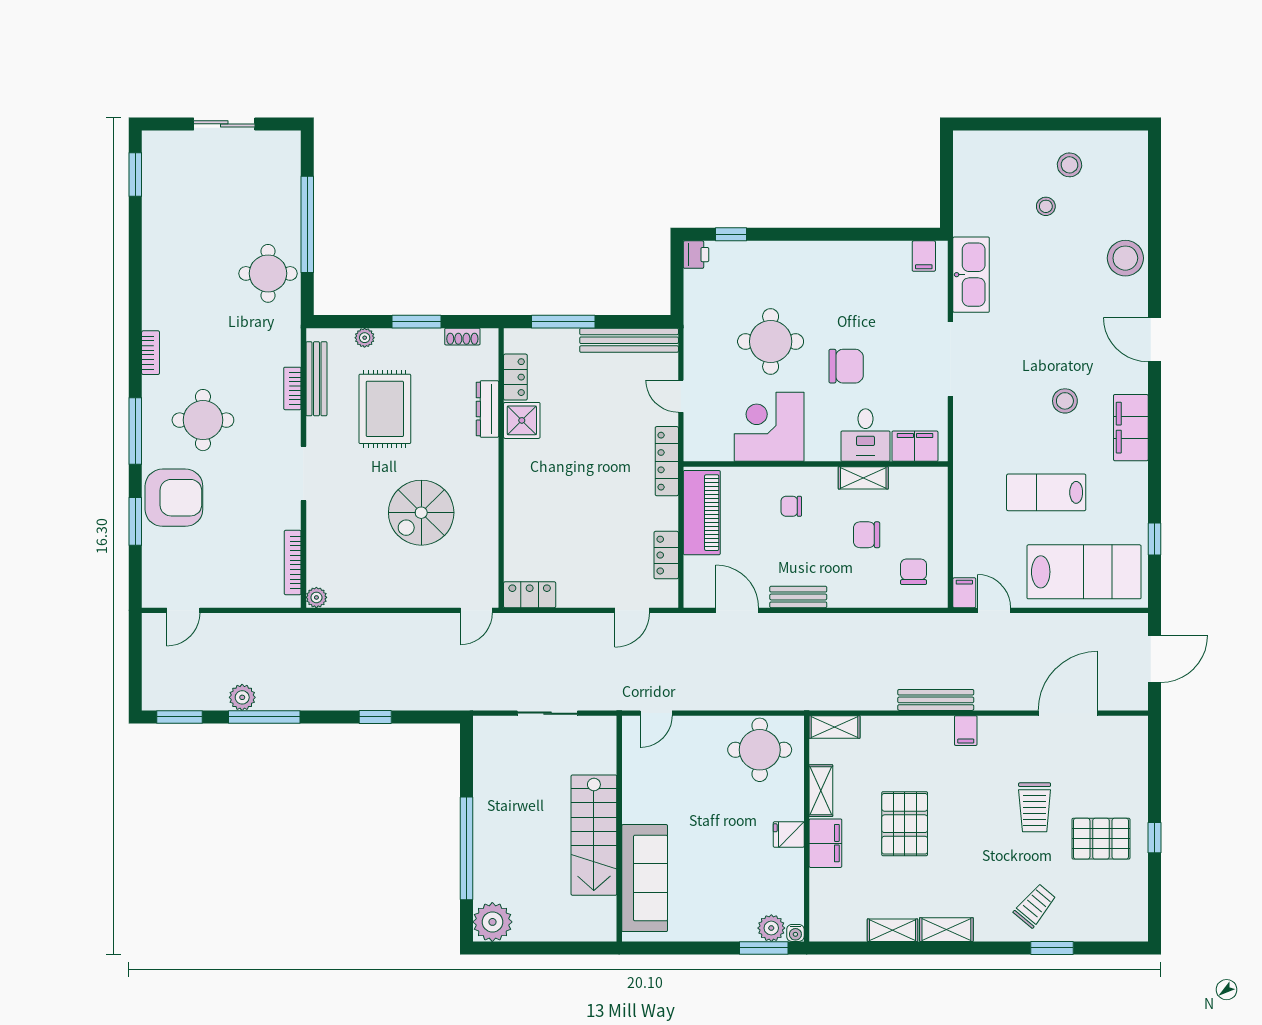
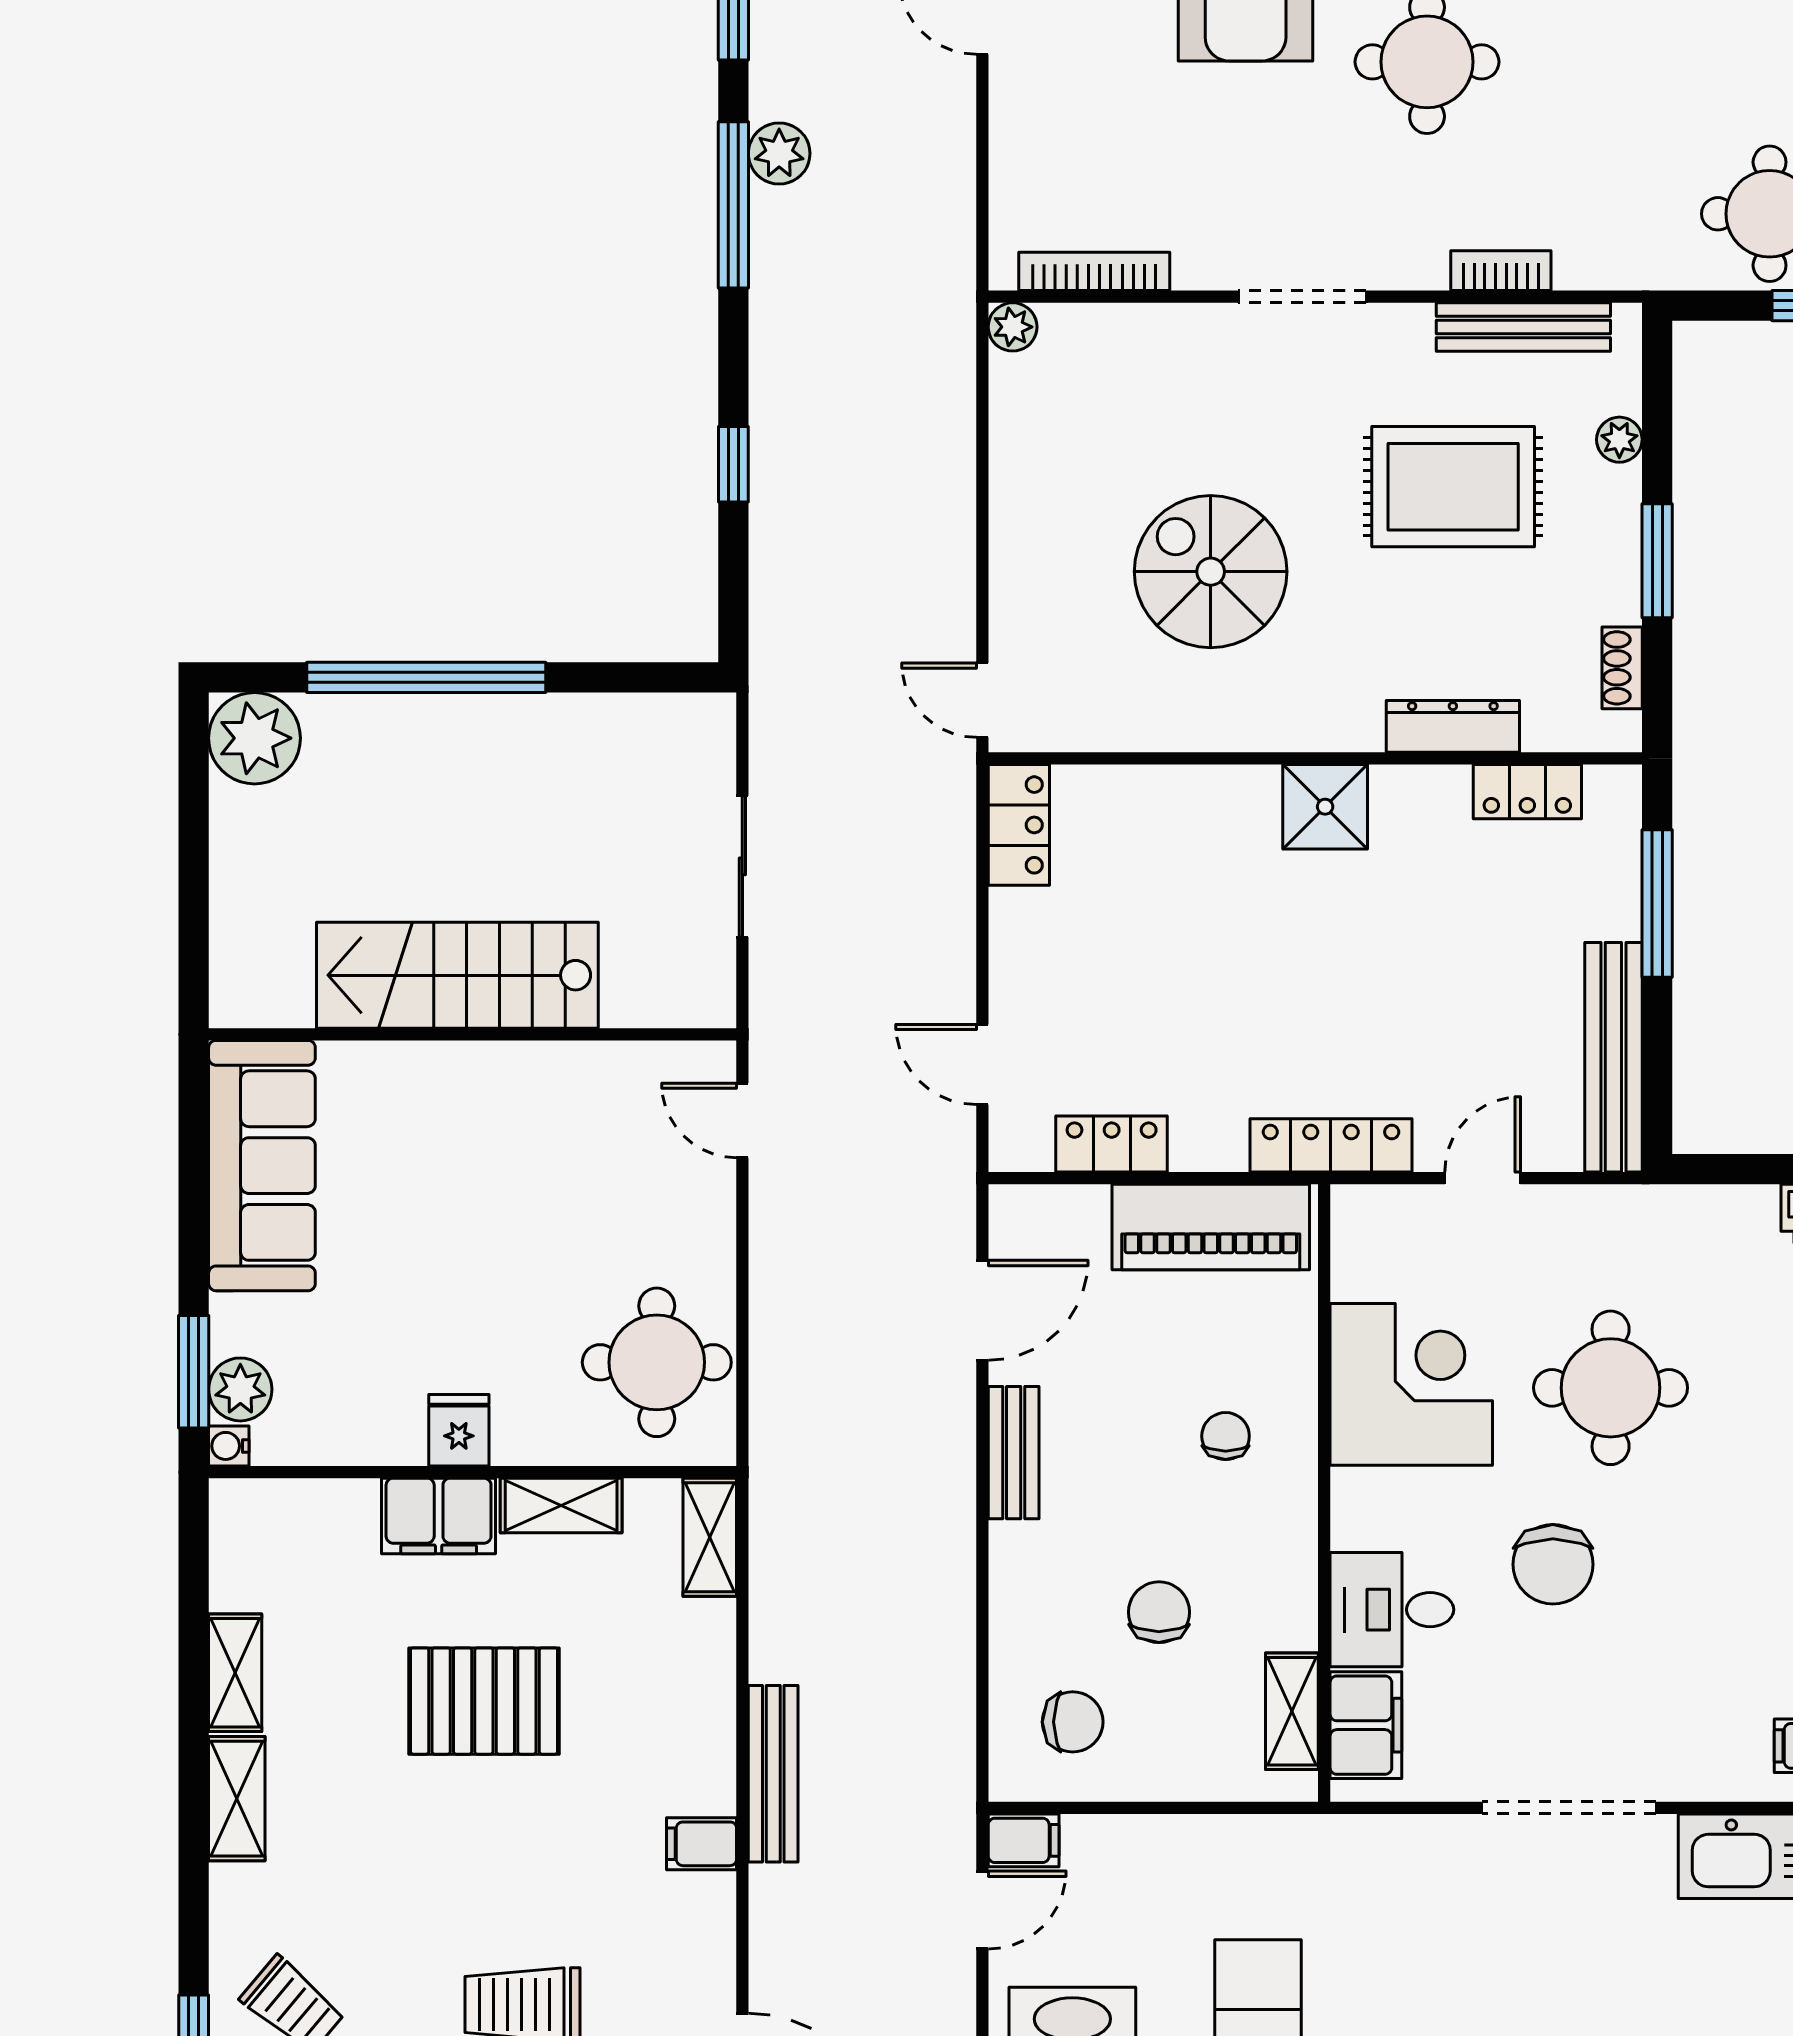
shower: (522, 420) -> (1325, 807), moved
shelving: (863, 478) -> (1292, 1711), moved
sofa: (645, 878) -> (262, 1166), moved, turned -90

